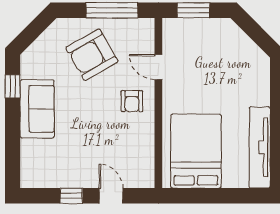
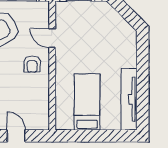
bed: (196, 151) -> (87, 102), width x0.67

